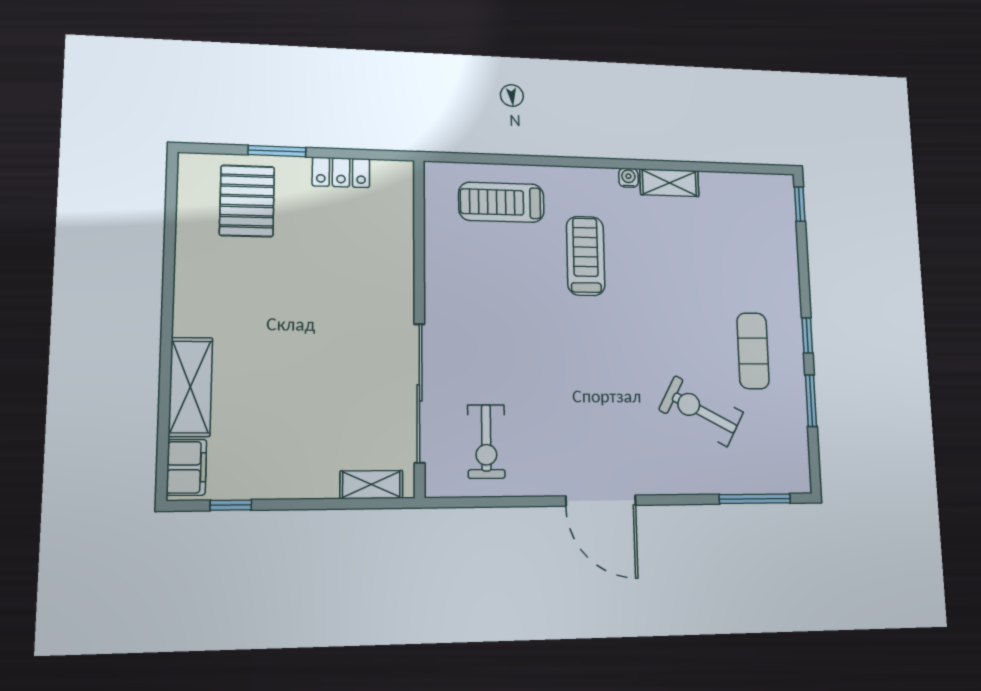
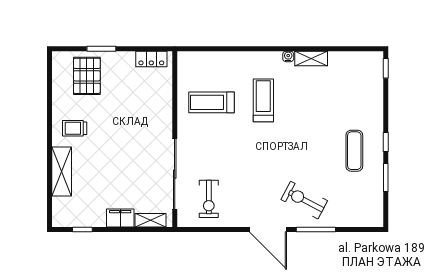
locker: (341, 172) -> (151, 59), moved
treadmill: (501, 202) -> (212, 102), moved
trolley: (220, 301) -> (75, 128), added
exercise bike: (701, 411) -> (304, 200), moved
filing cabinet: (186, 467) -> (120, 218), moved, turned -90
window: (755, 499) -> (316, 230), moved

